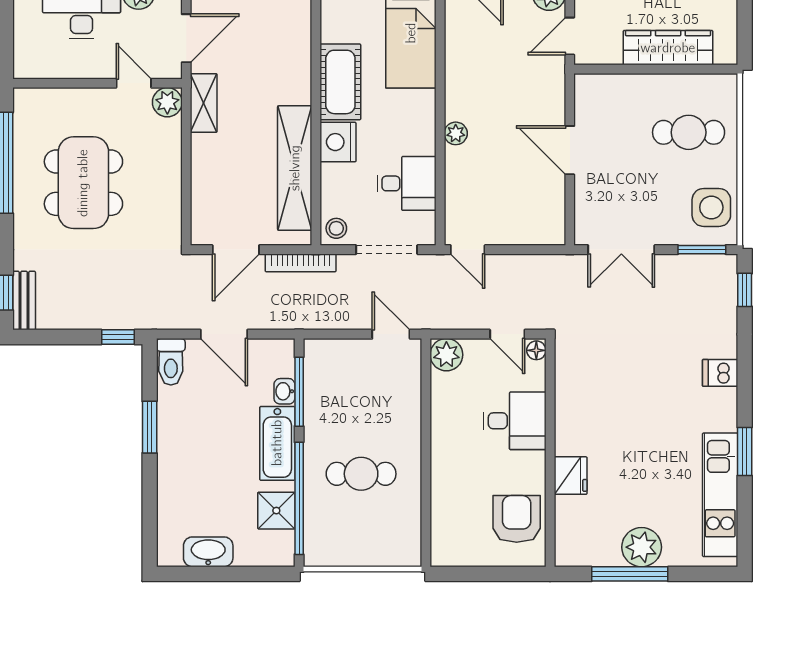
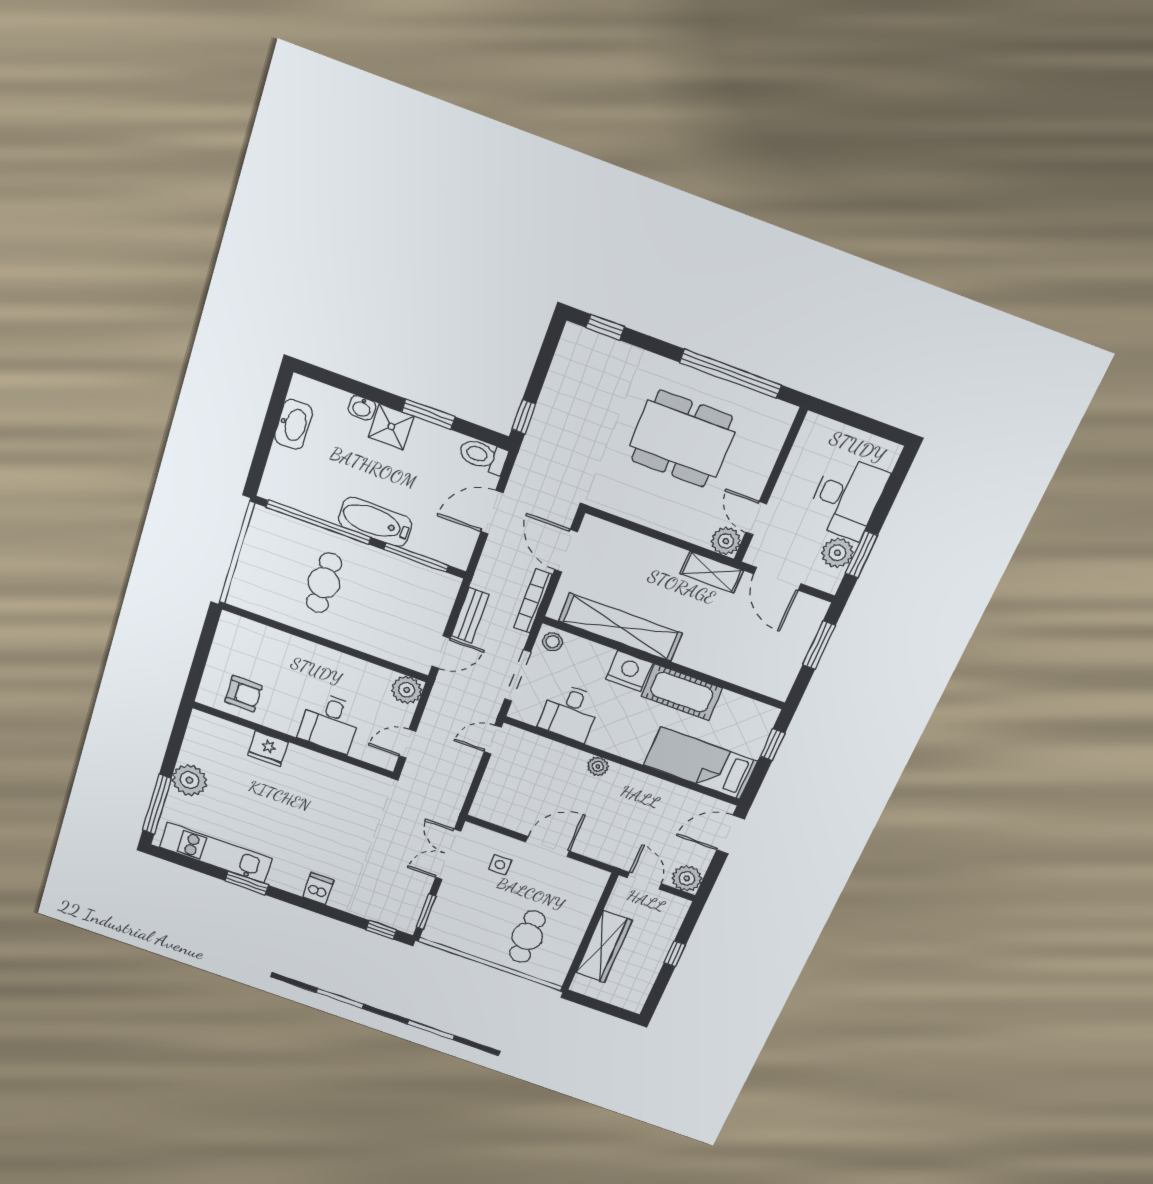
door: (134, 83) -> (756, 518), swing flipped
side table: (711, 207) -> (500, 865), moved, width x0.54, depth x0.54
bench: (24, 301) -> (470, 615), moved, turned 90
floor lamp: (536, 350) -> (385, 761), removed
washbasin: (284, 391) -> (362, 408), moved, turned 180
shower: (276, 511) -> (391, 427), moved
armchair: (517, 519) -> (243, 694), width x0.72, depth x0.72
window: (630, 574) -> (157, 804), moved

